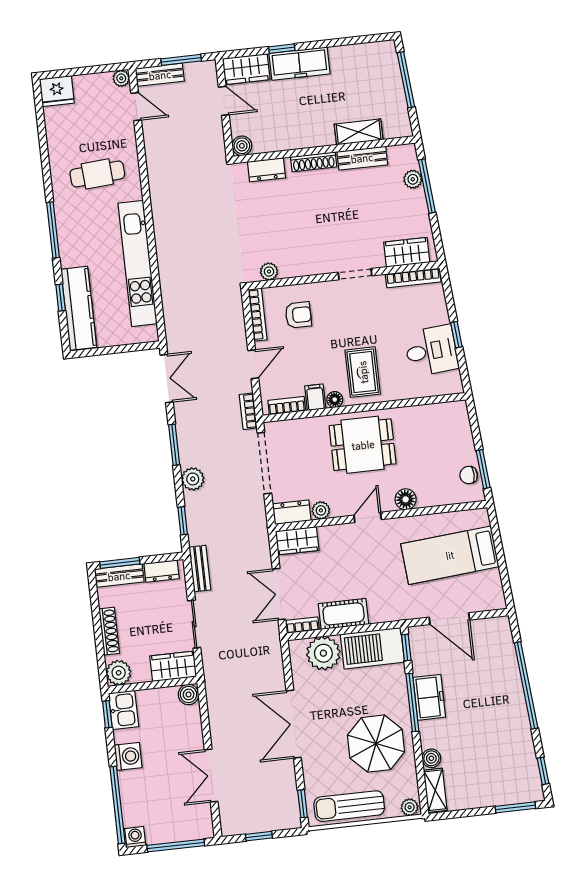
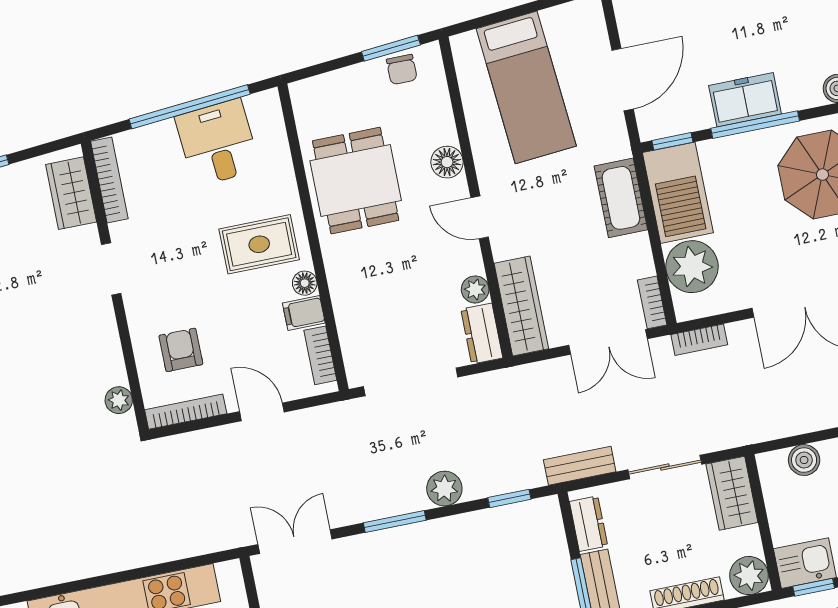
window: (456, 335) -> (190, 107), width x3.17
bookcase: (248, 411) -> (699, 340), moved
dining table: (363, 445) -> (356, 181), moved
wardrobe: (297, 541) -> (521, 306), width x1.50
cot: (344, 614) -> (621, 198), moved
boiler: (188, 694) -> (804, 460), moved

